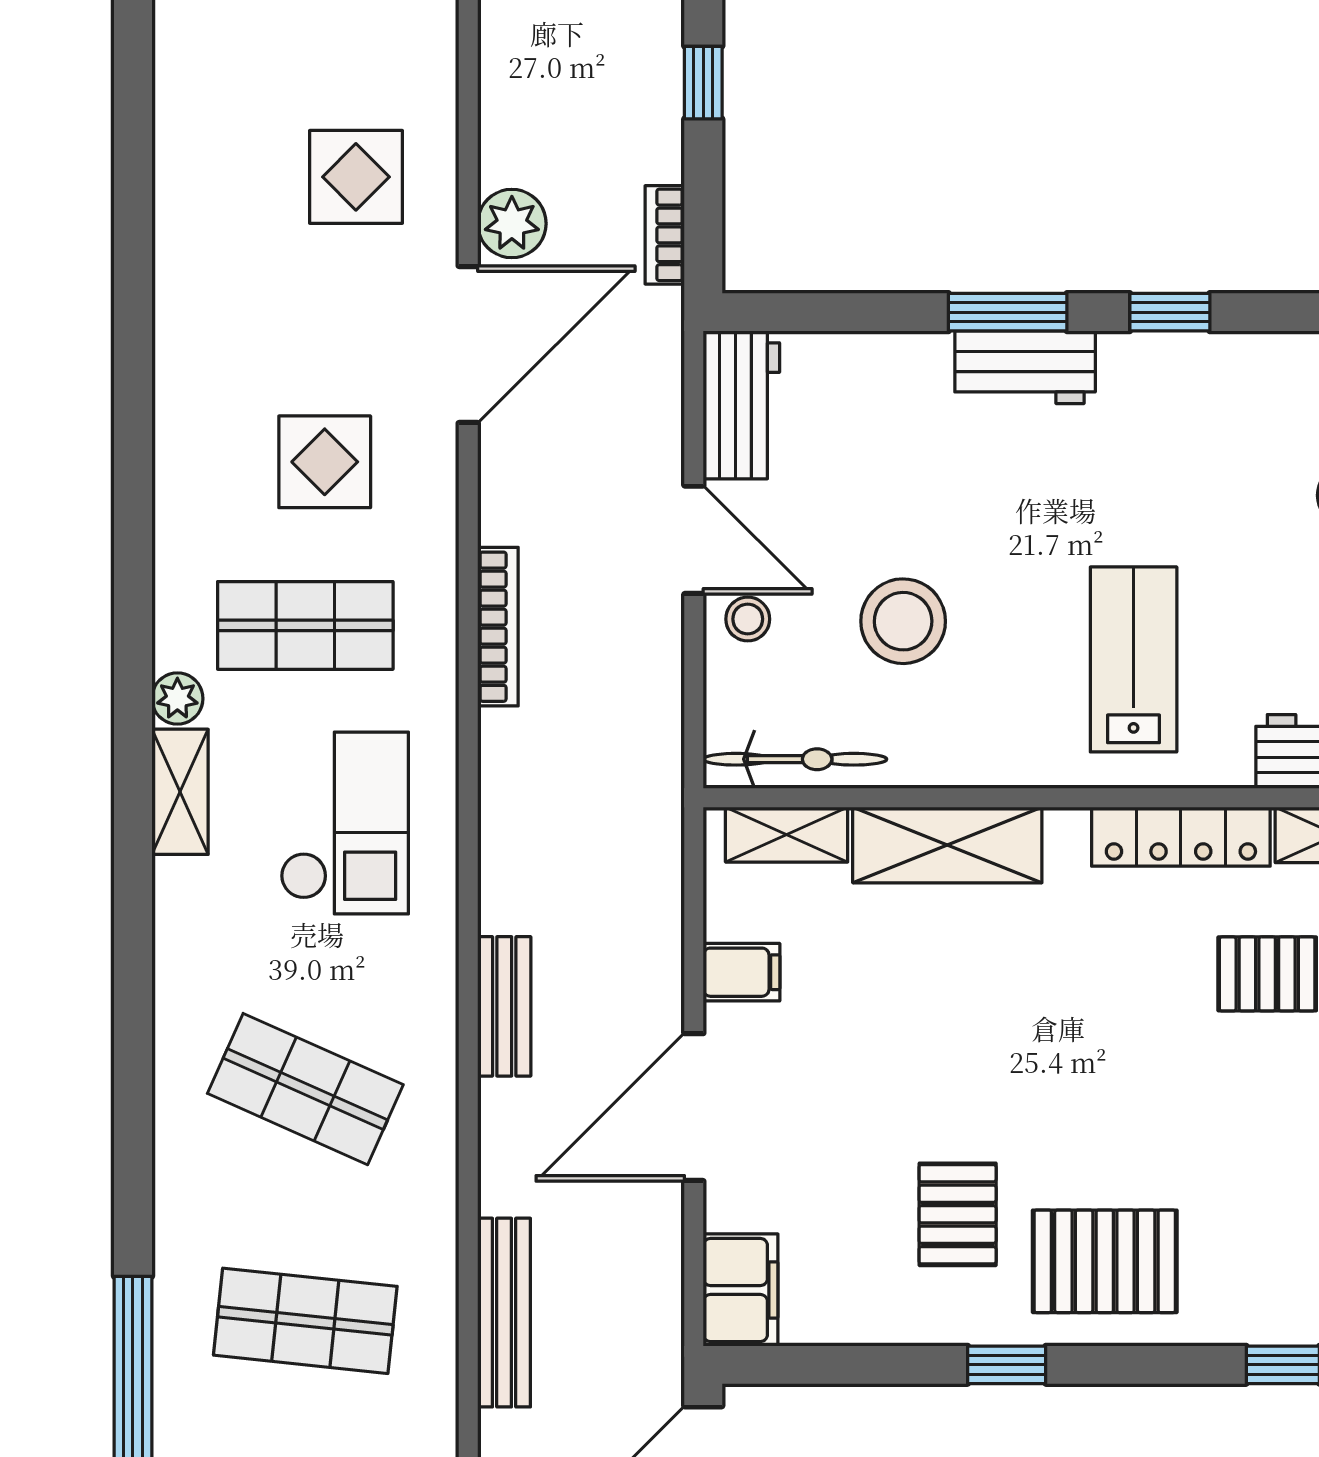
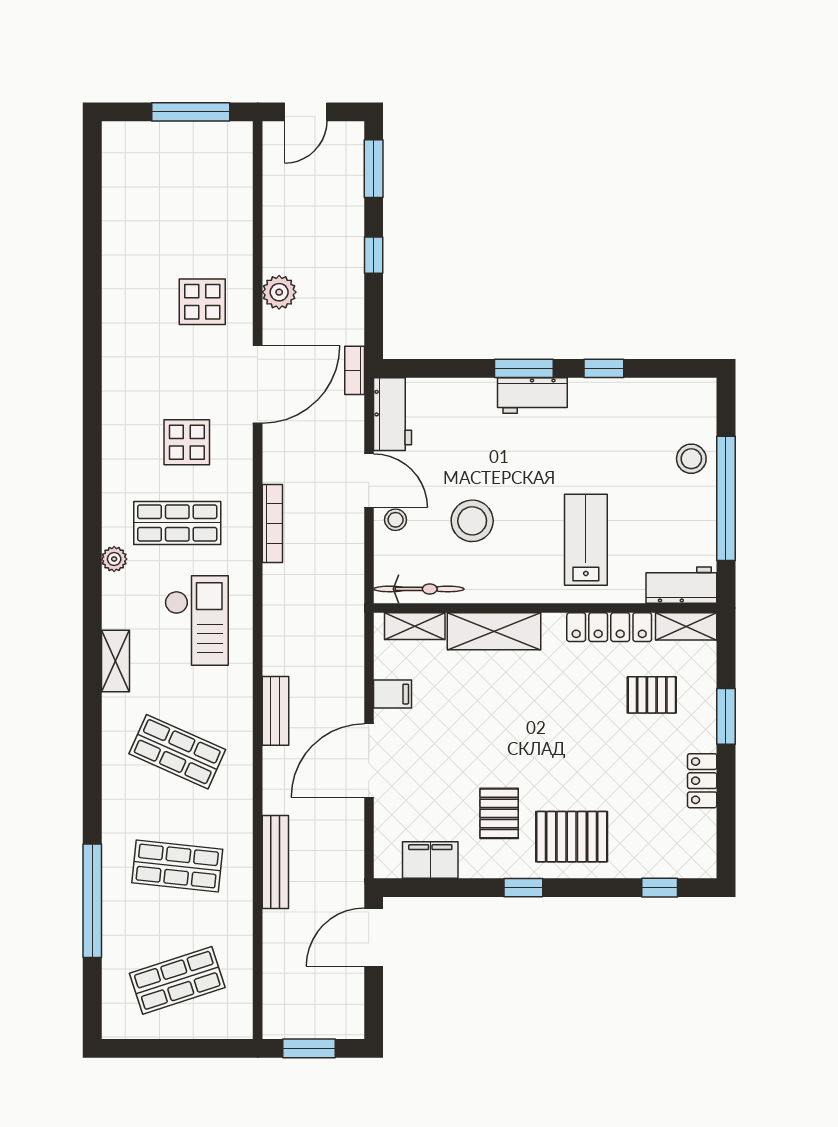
plant: (512, 224) -> (279, 292), moved
bookcase: (665, 235) -> (355, 370), moved
shelving: (180, 792) -> (115, 661), moved
filing cabinet: (741, 1290) -> (430, 860), moved, turned -90

